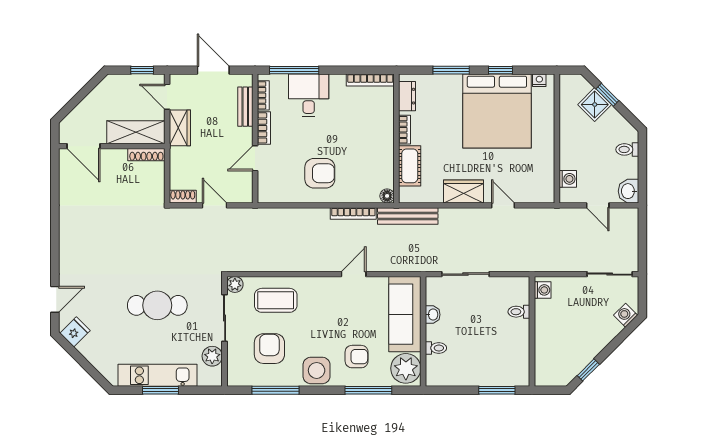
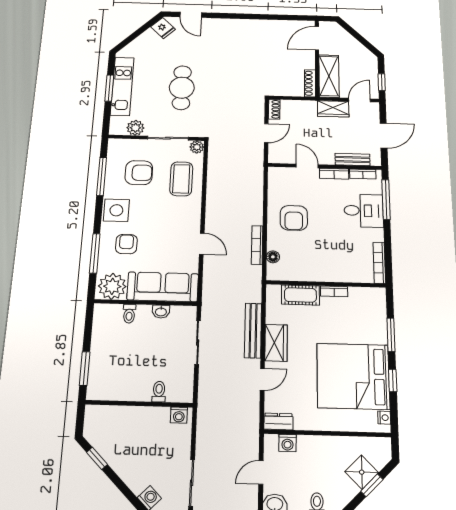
dresser: (407, 96) -> (278, 421), moved, turned 180
floor lamp: (387, 196) -> (273, 257), moved
bench: (408, 216) -> (253, 330), moved
armchair: (357, 357) -> (126, 244), turned 180

